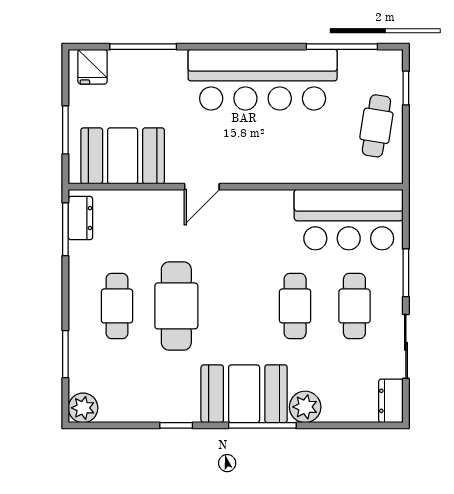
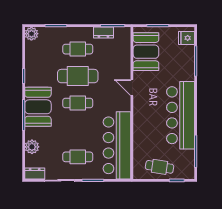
dresser: (80, 218) -> (103, 32), moved
bar counter: (349, 220) -> (117, 145), width x1.36
cafe table: (295, 306) -> (78, 103), moved
plant: (305, 407) -> (32, 147), moved

